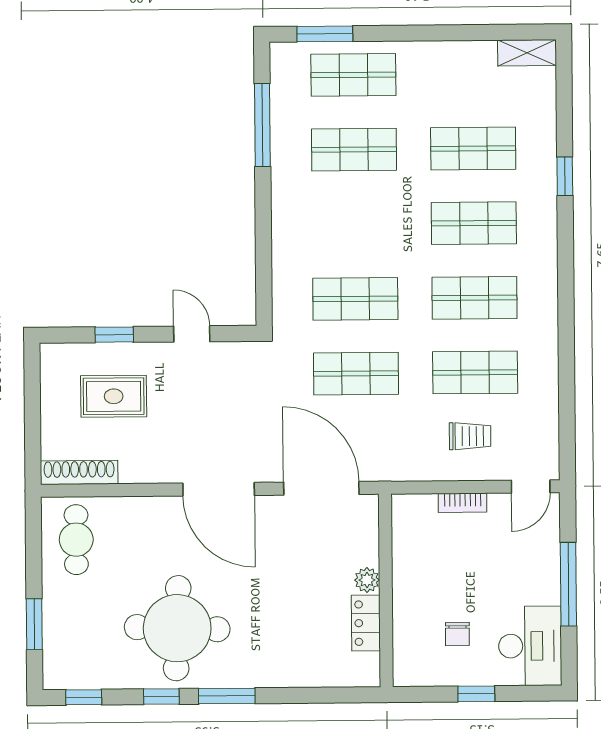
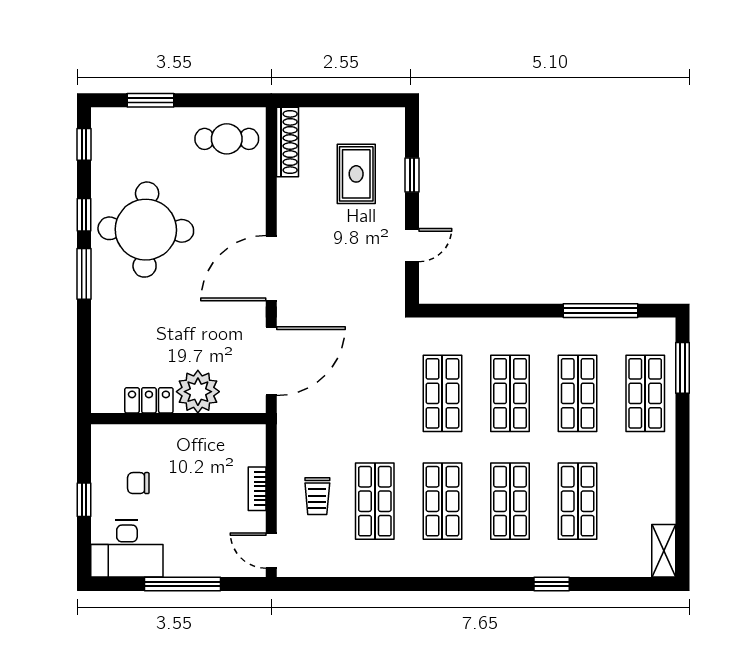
shop shelf: (356, 374) -> (510, 393), moved
plant: (367, 580) -> (198, 392), width x1.88, depth x1.88

